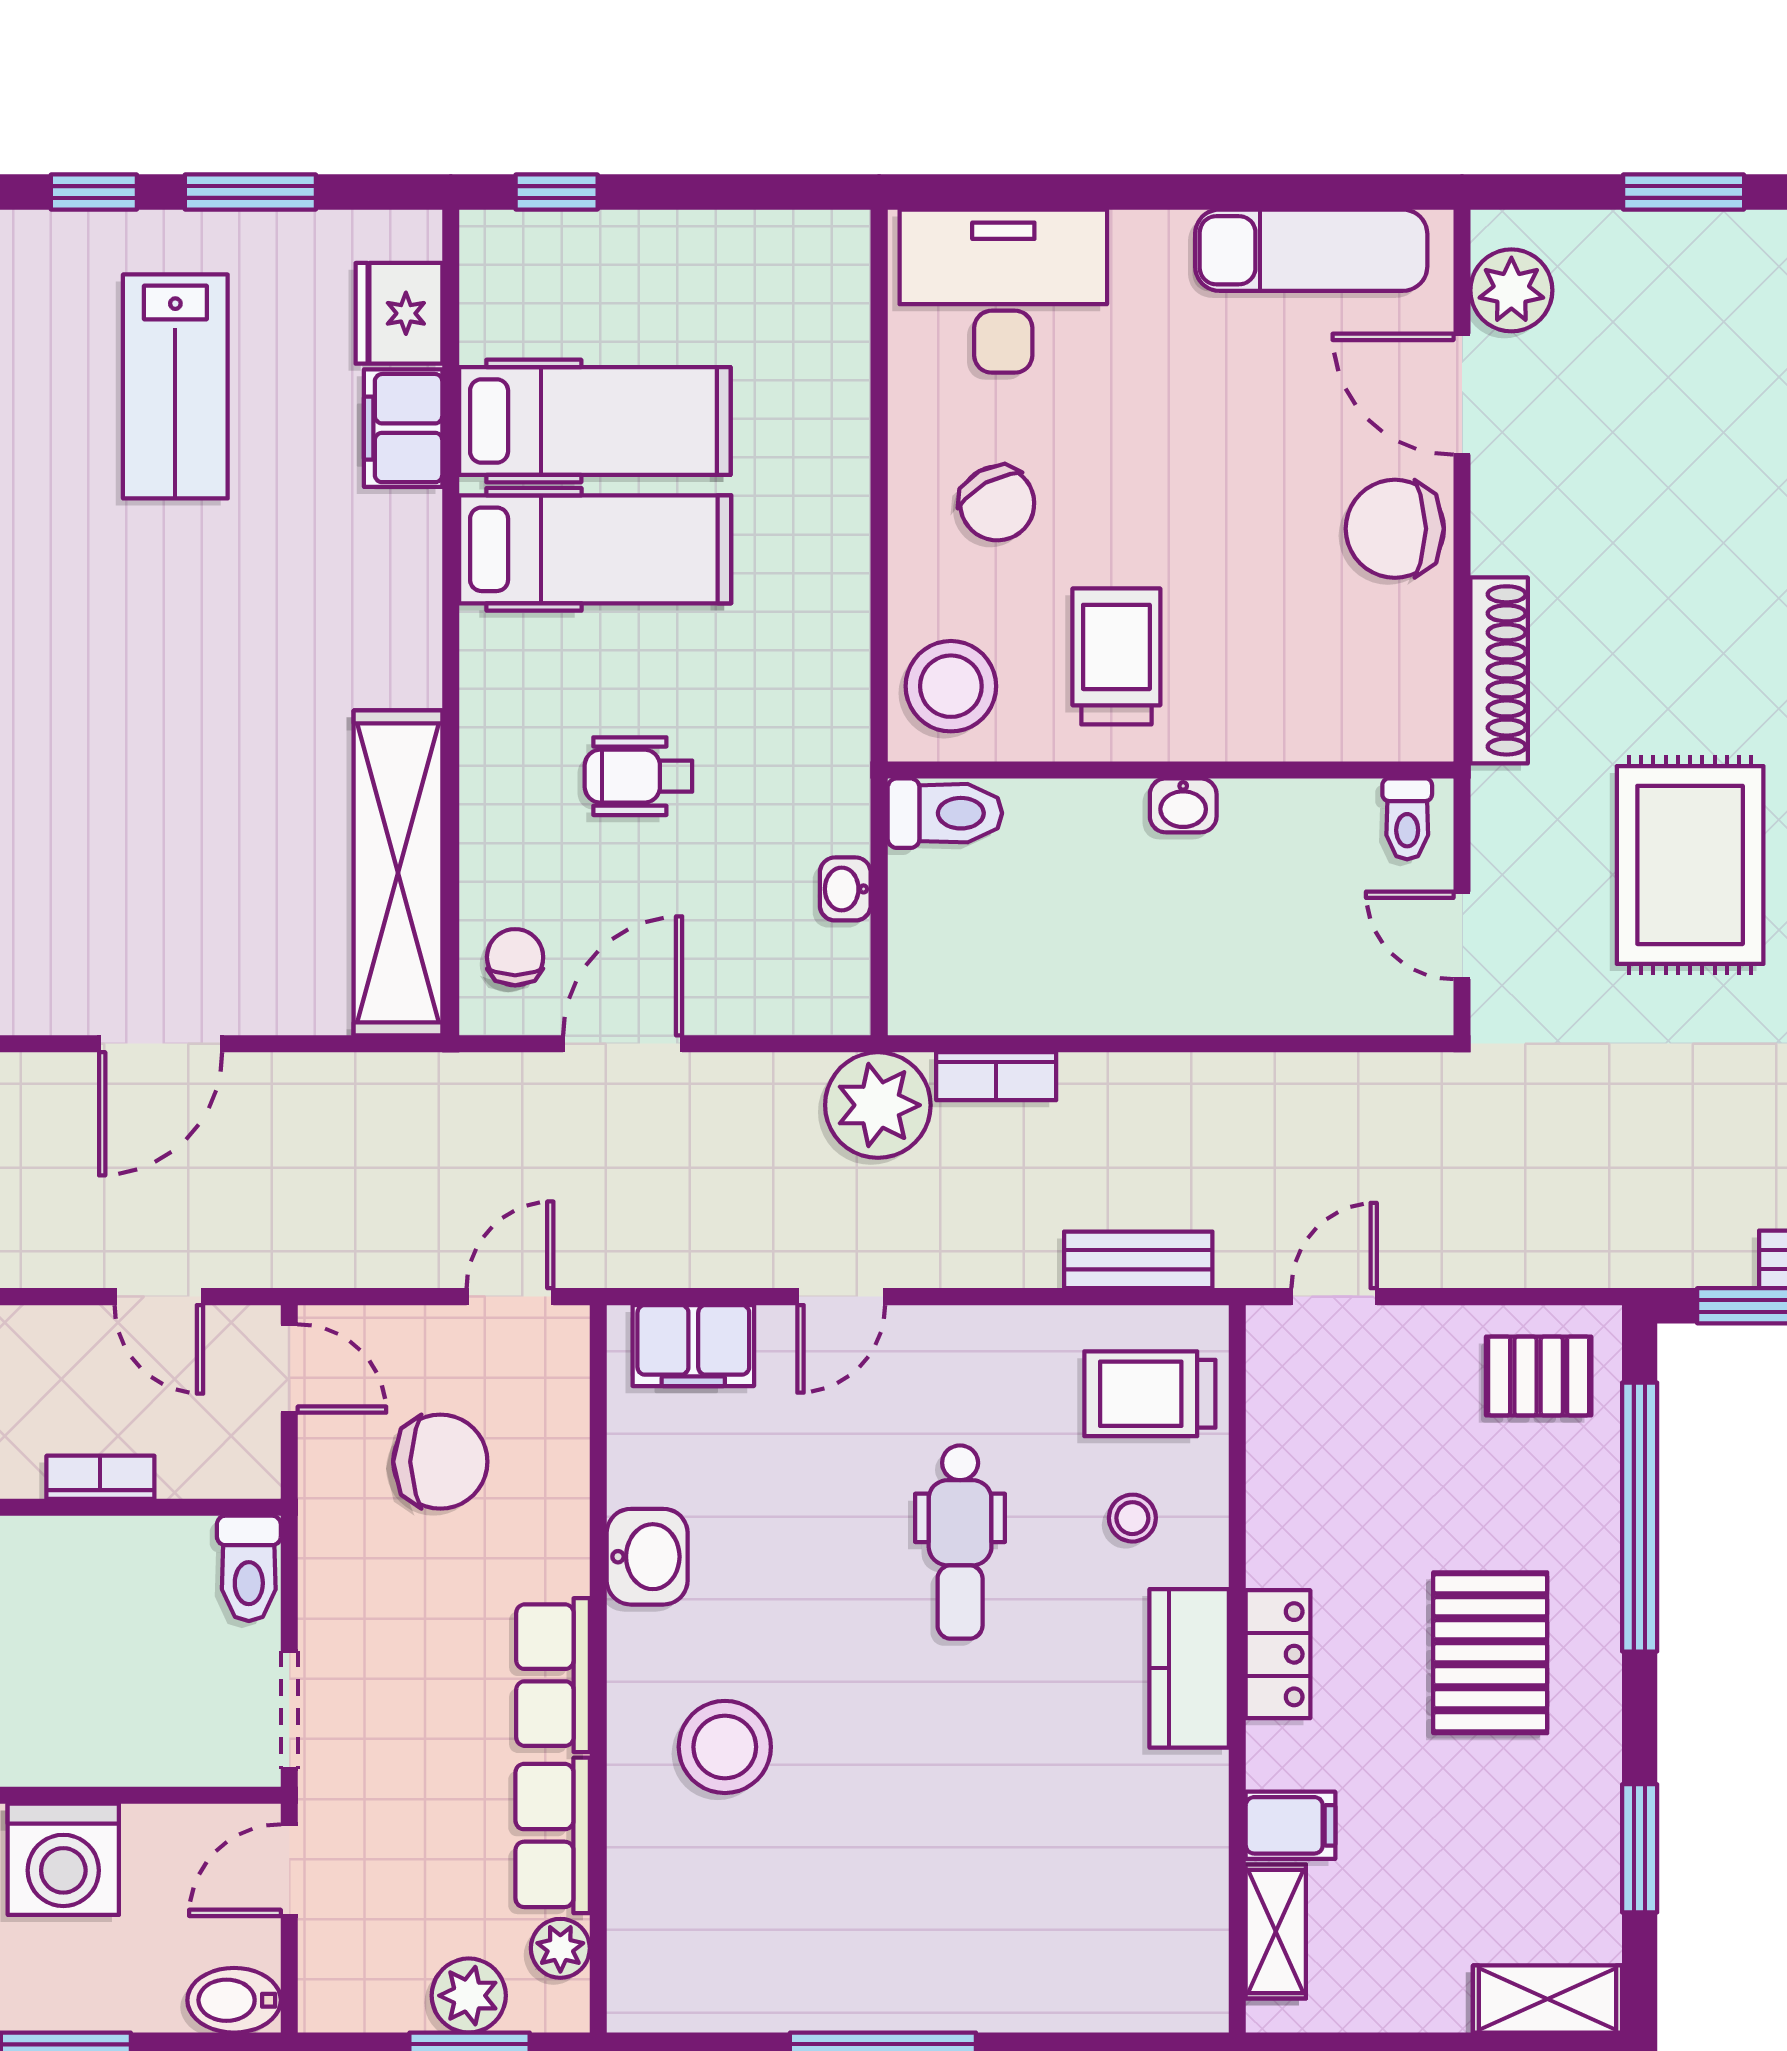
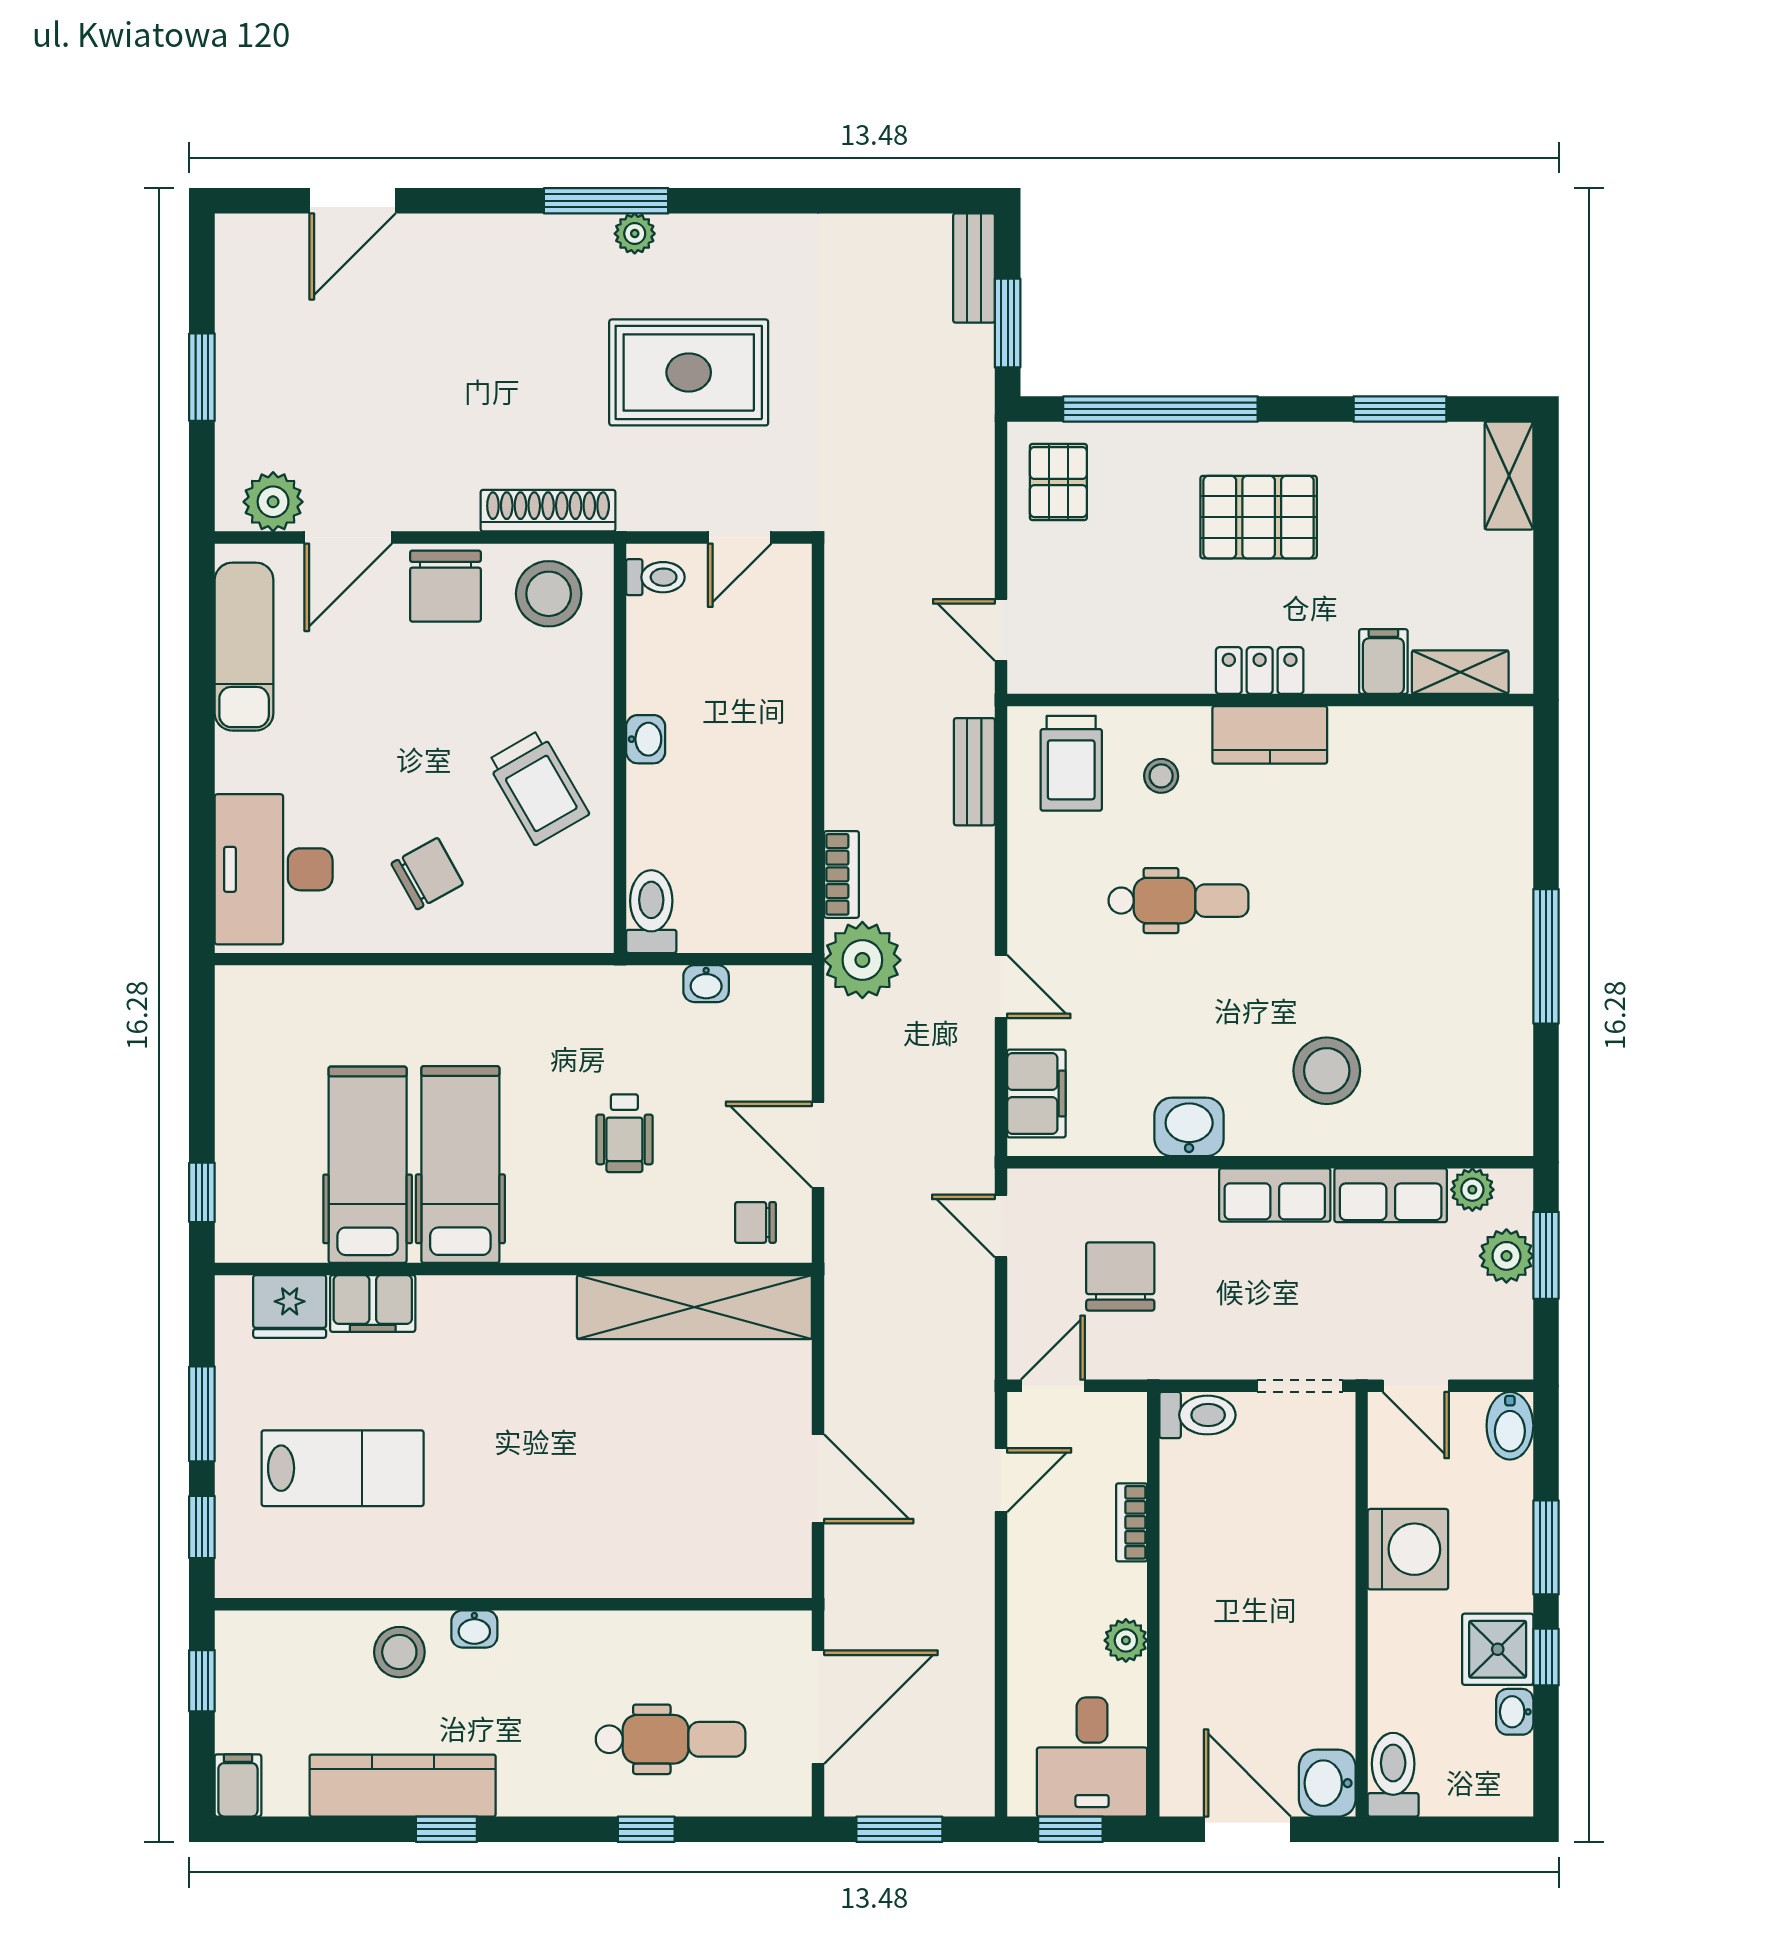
trolley: (1116, 656) -> (538, 787), turned -120
stool: (951, 686) -> (549, 594), moved

